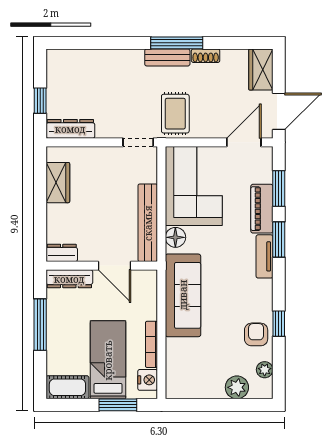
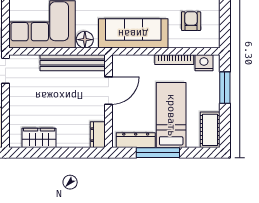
dresser: (69, 279) -> (136, 140), moved, turned -90
bed: (108, 360) -> (171, 115), moved, turned 90
armchair: (198, 364) -> (191, 21), added

